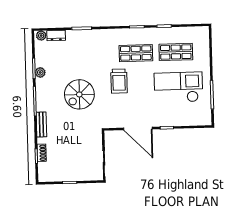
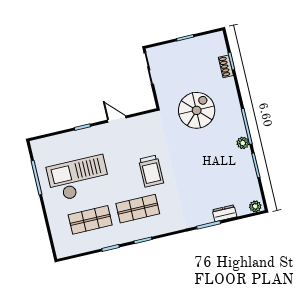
dresser: (56, 35) -> (224, 213), moved
plant: (40, 72) -> (243, 143), moved
trolley: (119, 81) -> (151, 171), turned 180
checkout: (178, 87) -> (78, 178), turned 180
spiral stairs: (79, 94) -> (197, 110), moved
bench: (41, 124) -> (233, 100), removed
door: (138, 128) -> (117, 119), width x0.53

